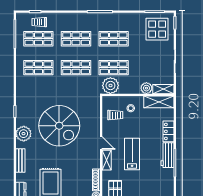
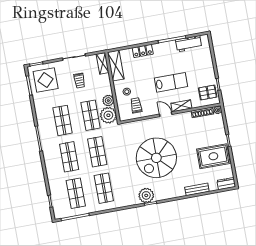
trolley: (39, 22) -> (79, 81), moved
plant: (146, 88) -> (108, 101), moved
spiral stairs: (59, 126) -> (156, 158), turned 180
plant: (24, 134) -> (146, 195), moved
door: (101, 143) -> (166, 114), hinge flipped
lab bench: (132, 154) -> (171, 82), turned 180
workbench: (167, 155) -> (189, 44), moved

